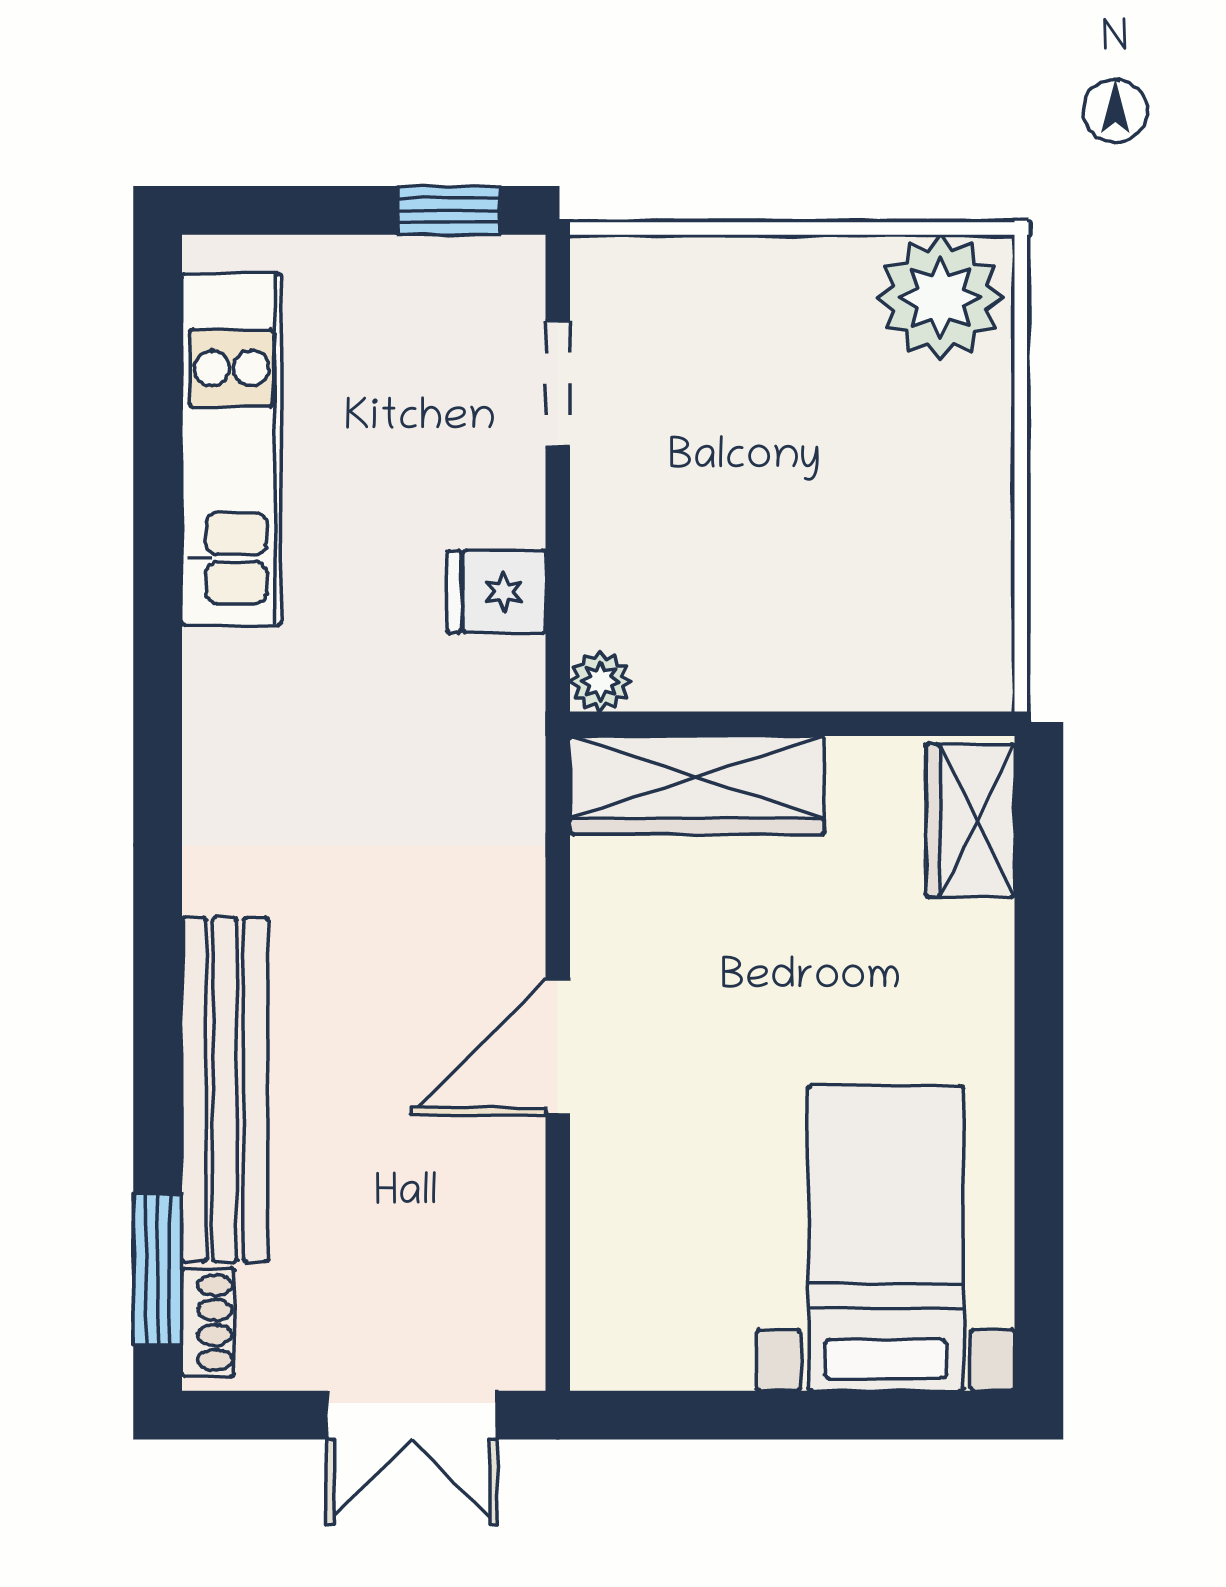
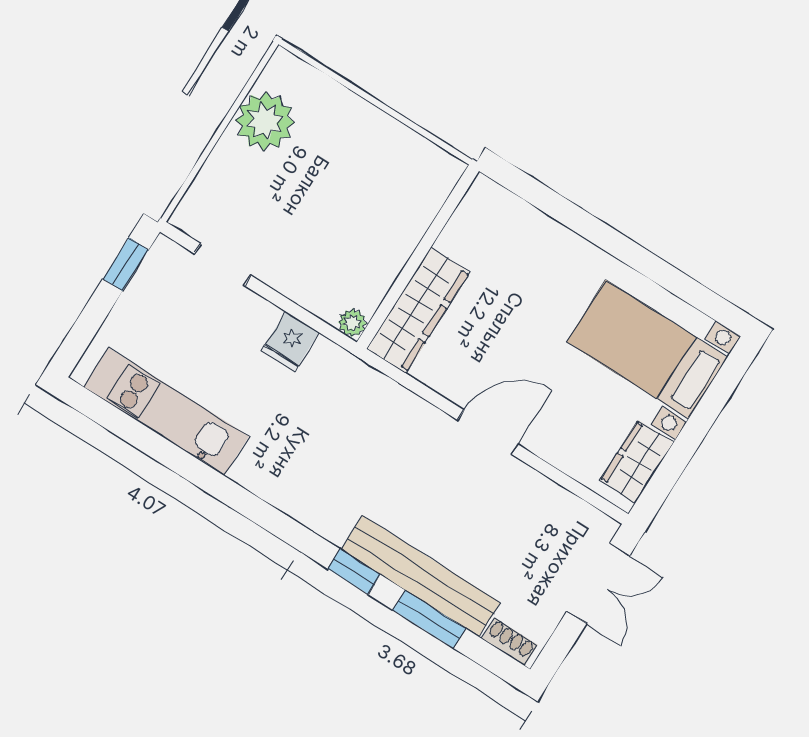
plant: (940, 298) -> (265, 121), moved
wardrobe: (970, 820) -> (637, 462), moved, turned 90
window: (158, 965) -> (354, 572), added
door: (558, 1047) -> (488, 432), swing flipped
window: (158, 1269) -> (429, 619), moved

